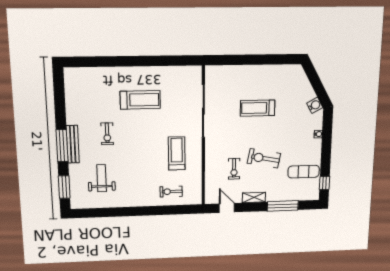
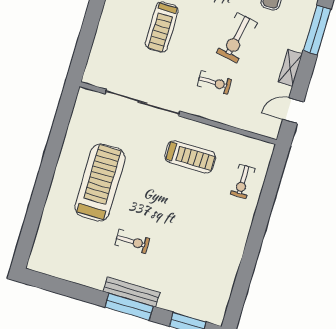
treadmill: (140, 100) -> (100, 183), width x1.37, depth x1.38
treadmill: (177, 153) -> (190, 157), turned 180
exercise bike: (234, 169) -> (214, 83), moved
weight bench: (102, 178) -> (192, 270), removed

